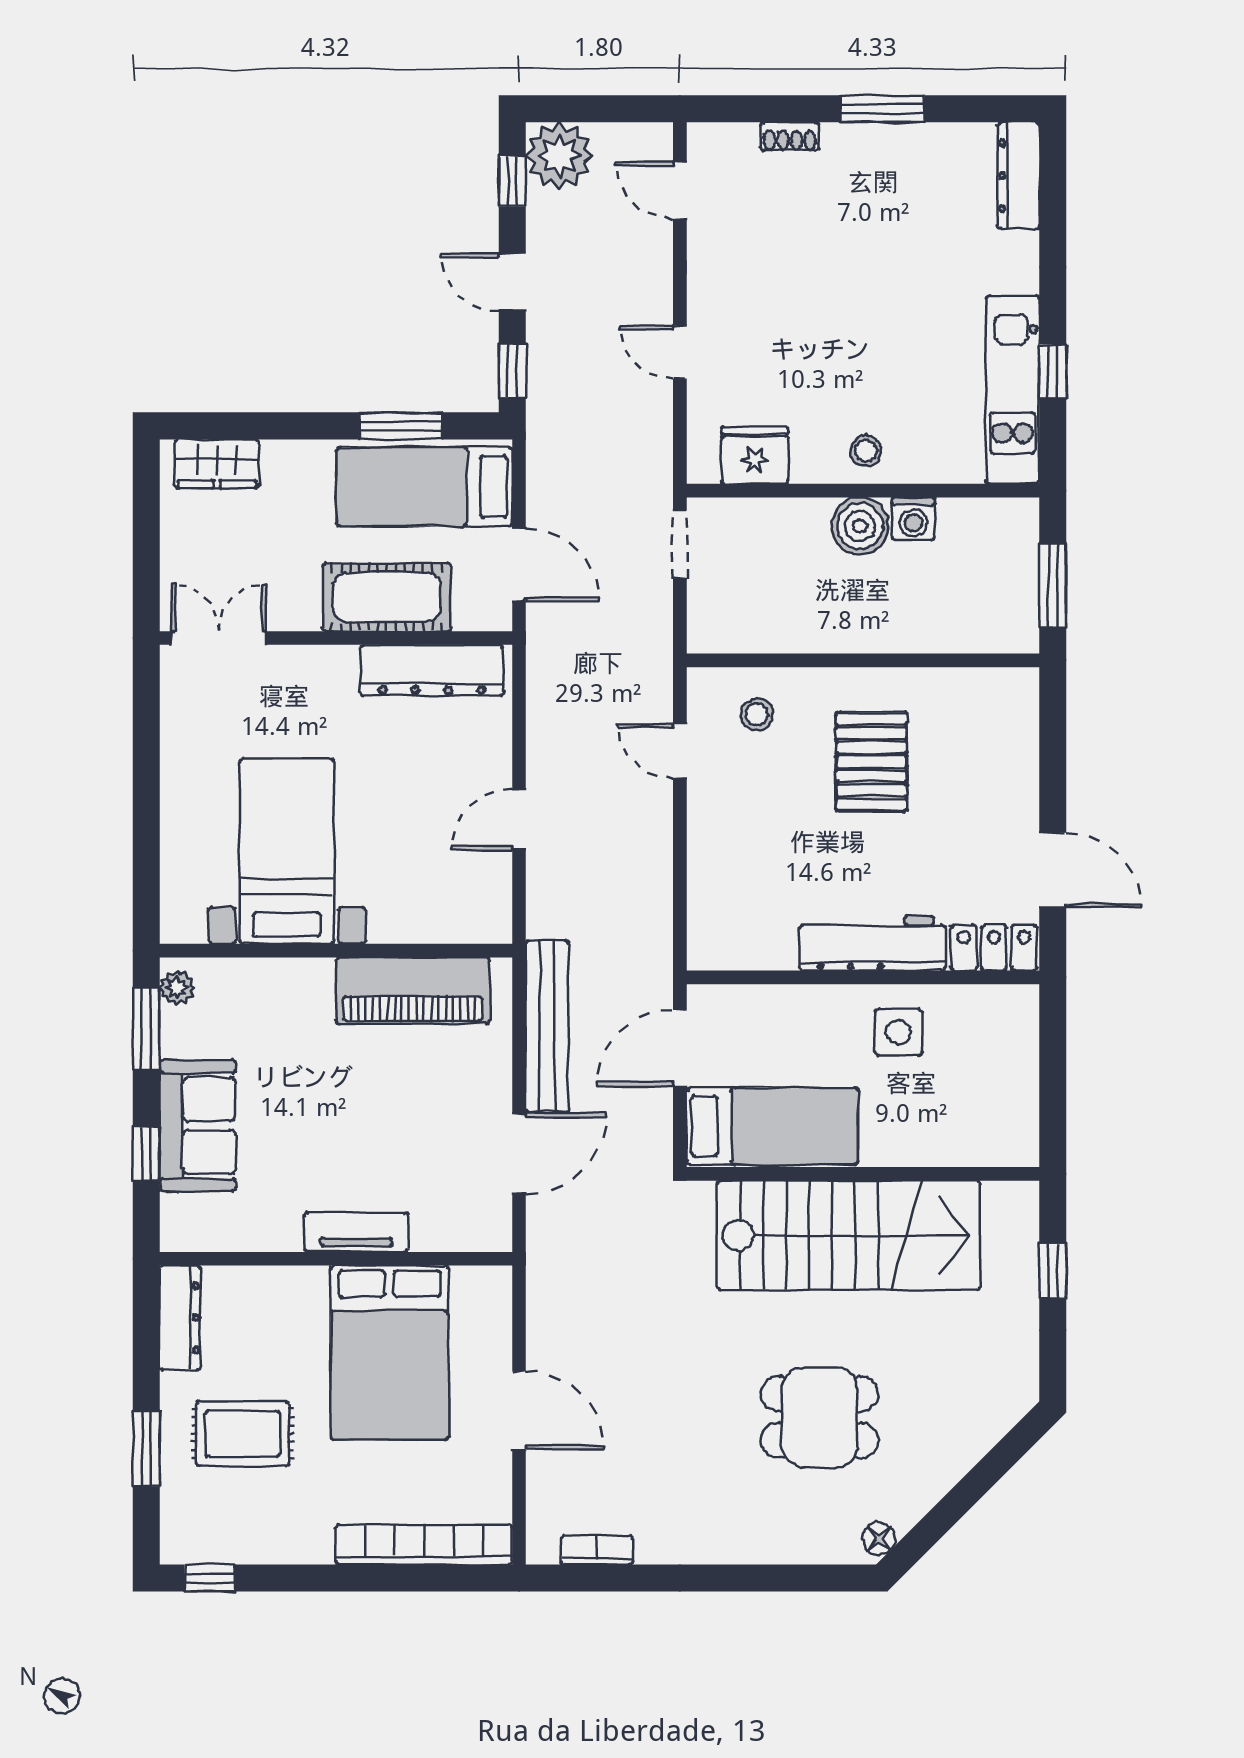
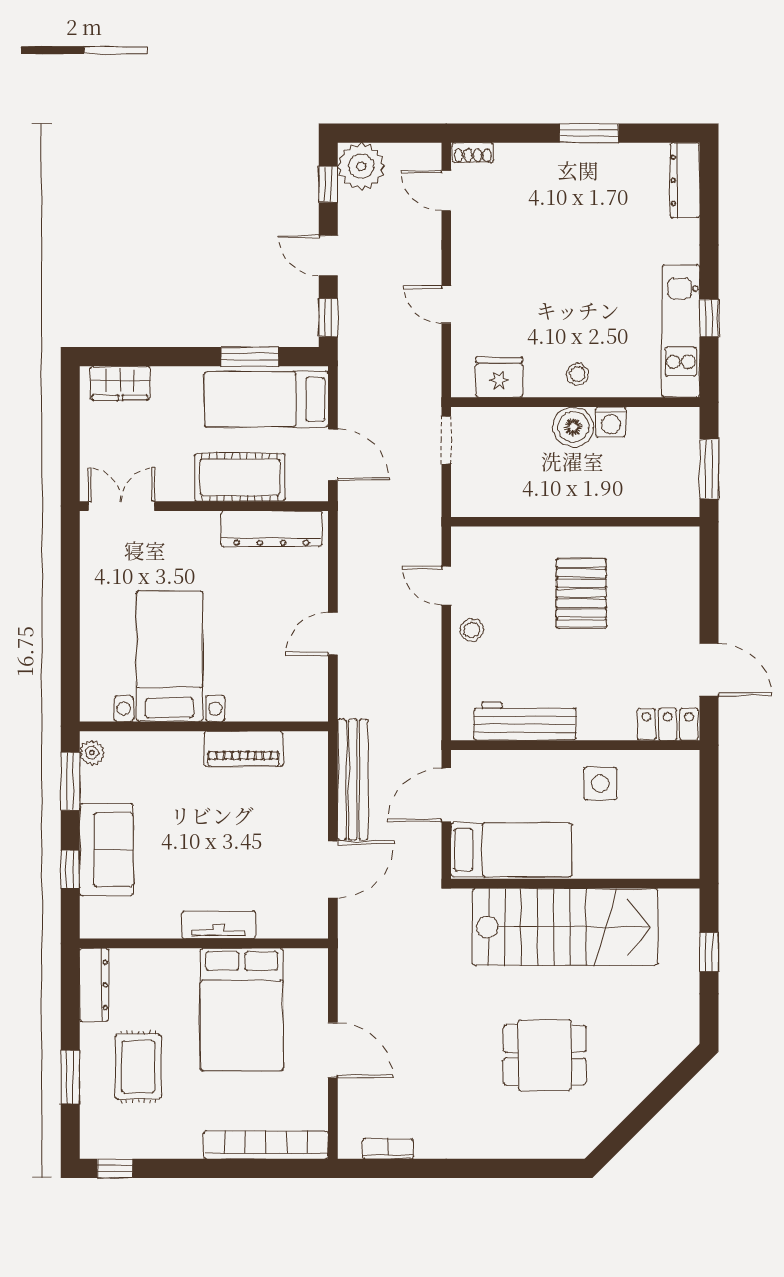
shoe rack: (790, 136) -> (473, 153), moved
stool: (757, 714) -> (472, 630), moved
workbench: (872, 943) -> (525, 721), moved
piano: (413, 991) -> (244, 749), width x0.73, depth x0.75
rug: (243, 1434) -> (138, 1067), turned 90
floor lamp: (879, 1539) -> (587, 1141), removed

